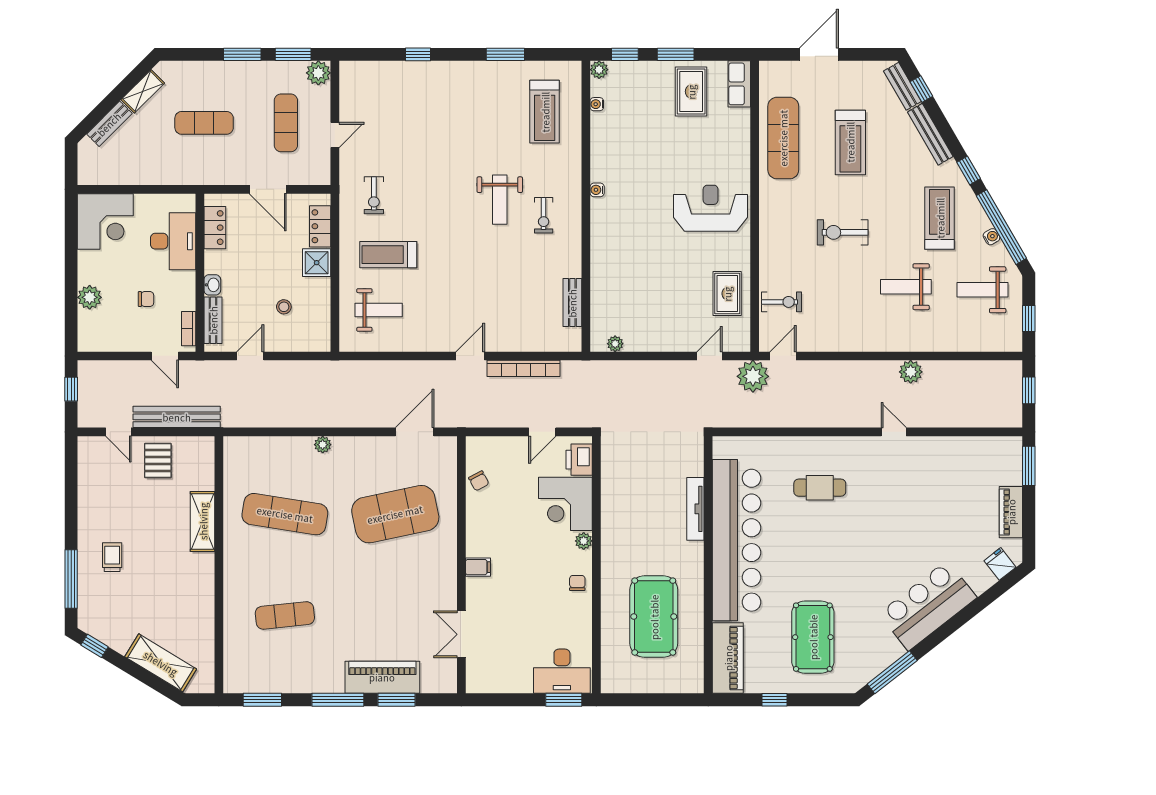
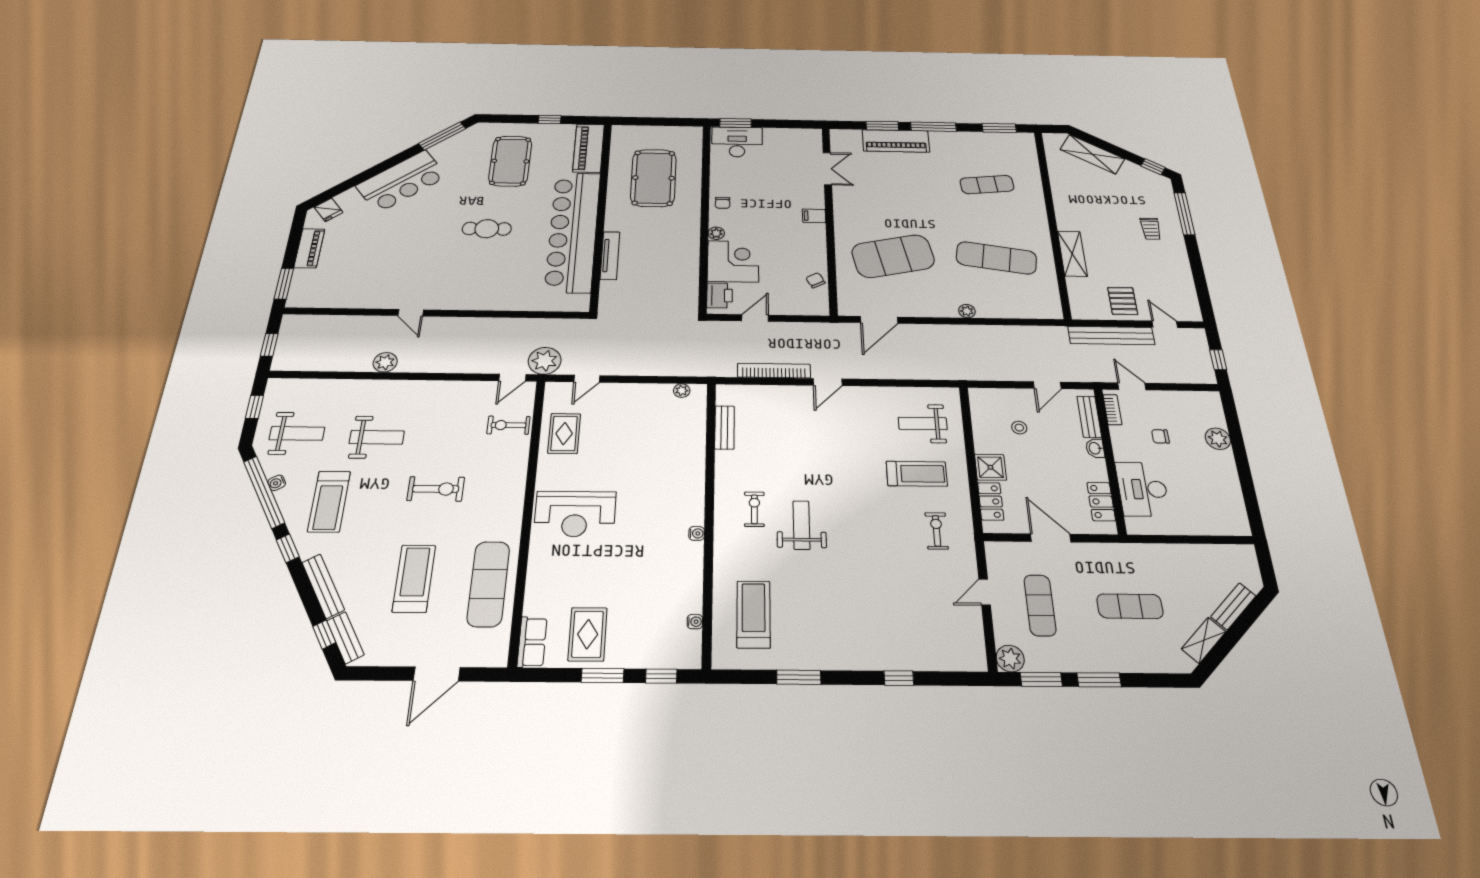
plant: (599, 70) -> (691, 659), removed
corner desk: (105, 221) -> (1217, 509), removed
cafe table: (820, 488) -> (487, 229), moved

